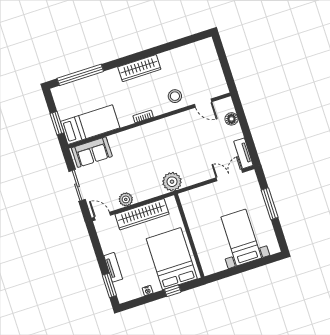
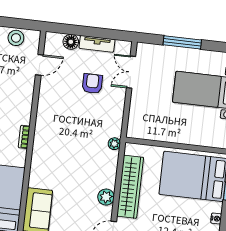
stool: (175, 96) -> (16, 38), moved
armchair: (207, 150) -> (92, 84), added
tv unit: (243, 153) -> (97, 44), moved
plant: (172, 182) -> (114, 144), width x0.53, depth x0.53

